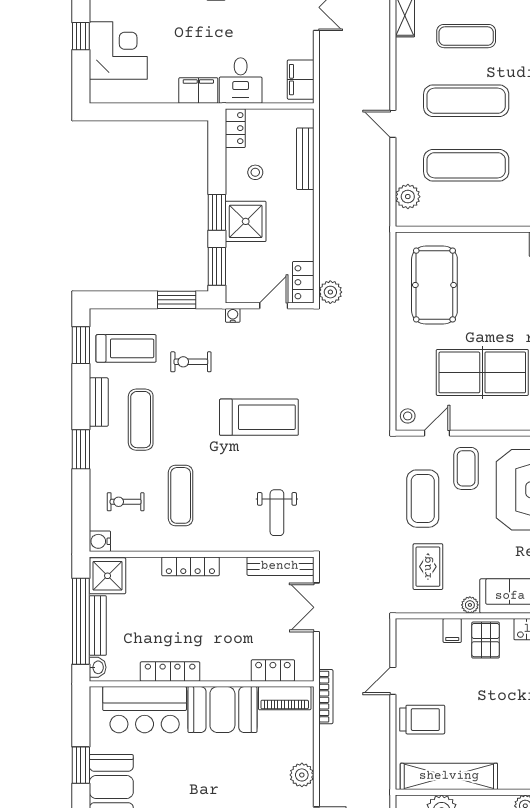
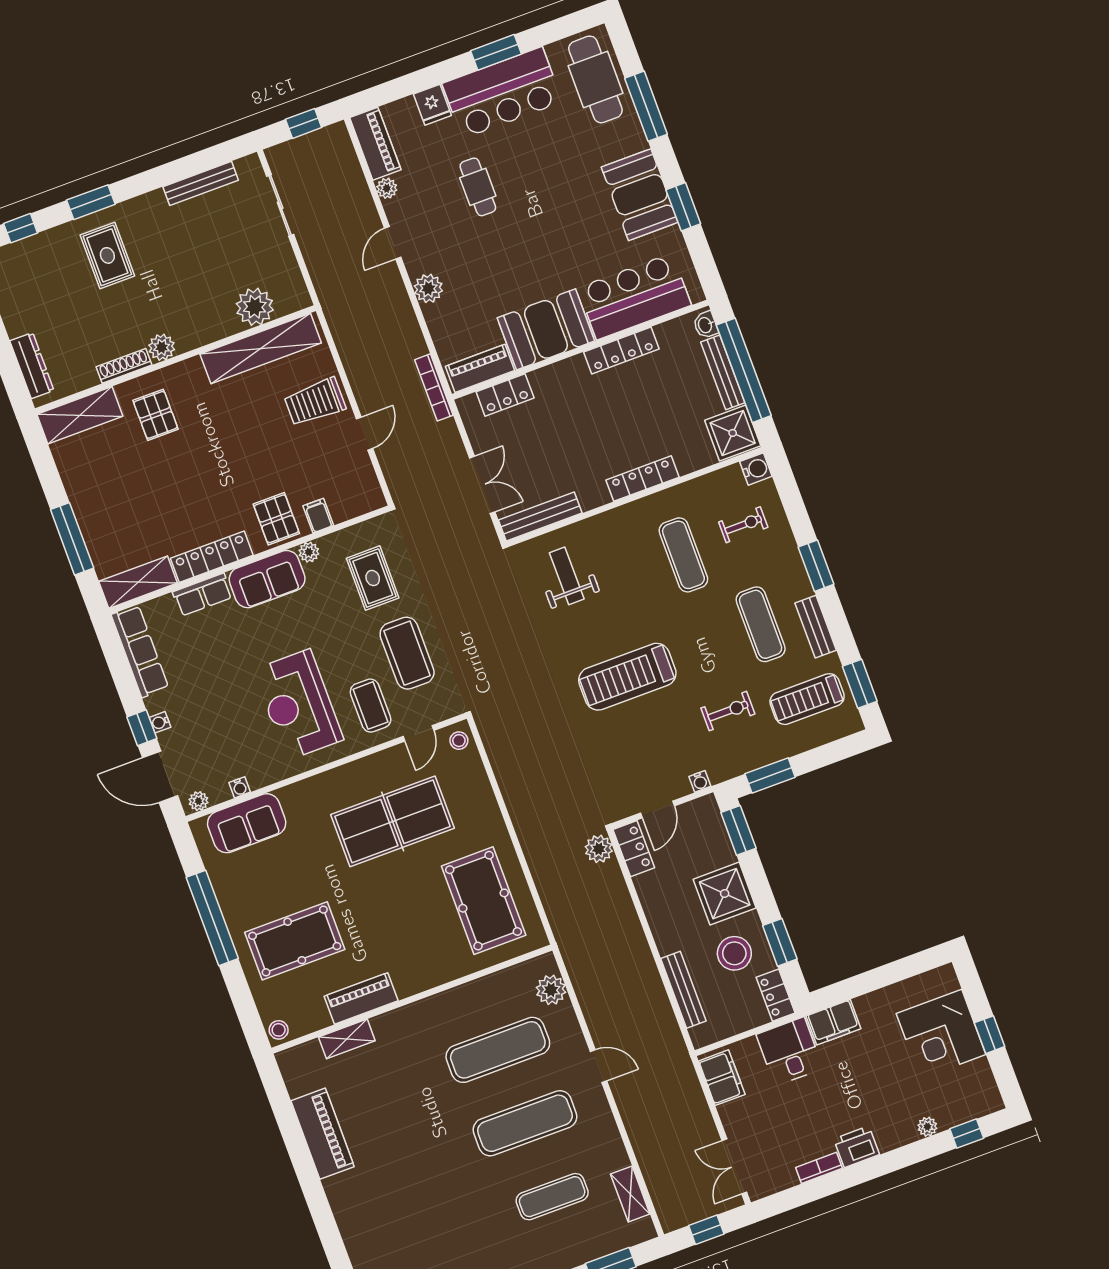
stool: (255, 172) -> (734, 953), width x1.89, depth x1.89
window: (217, 212) -> (780, 942), moved

